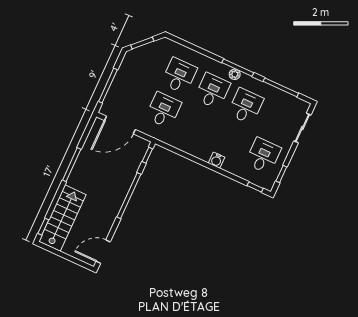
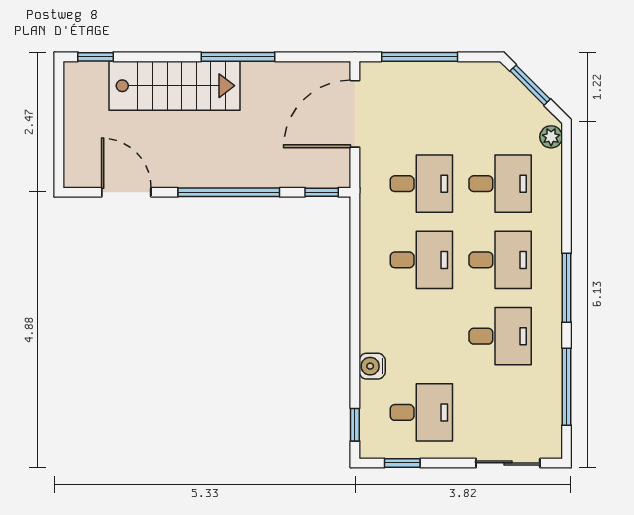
plant: (235, 74) -> (551, 137), moved
door: (120, 125) -> (355, 114), hinge flipped
desk: (197, 125) -> (421, 260), added
water cooler: (216, 160) -> (372, 366), moved
stairs: (62, 218) -> (175, 86), moved
door: (103, 252) -> (126, 192), moved

